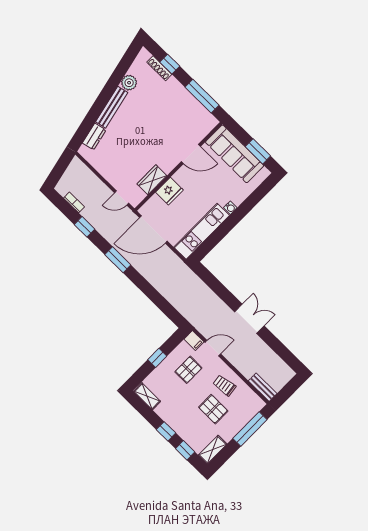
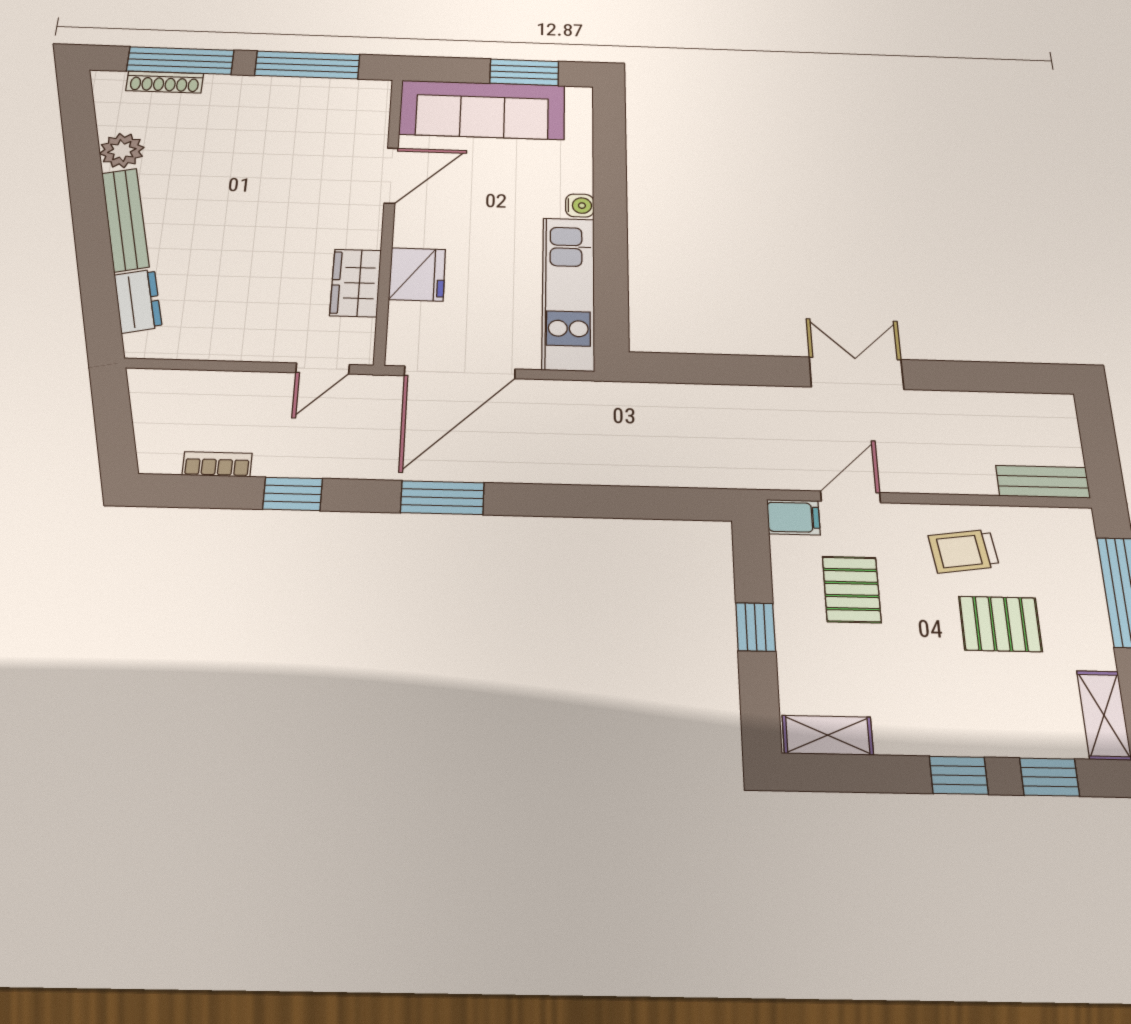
window: (170, 64) -> (180, 61), width x2.17

